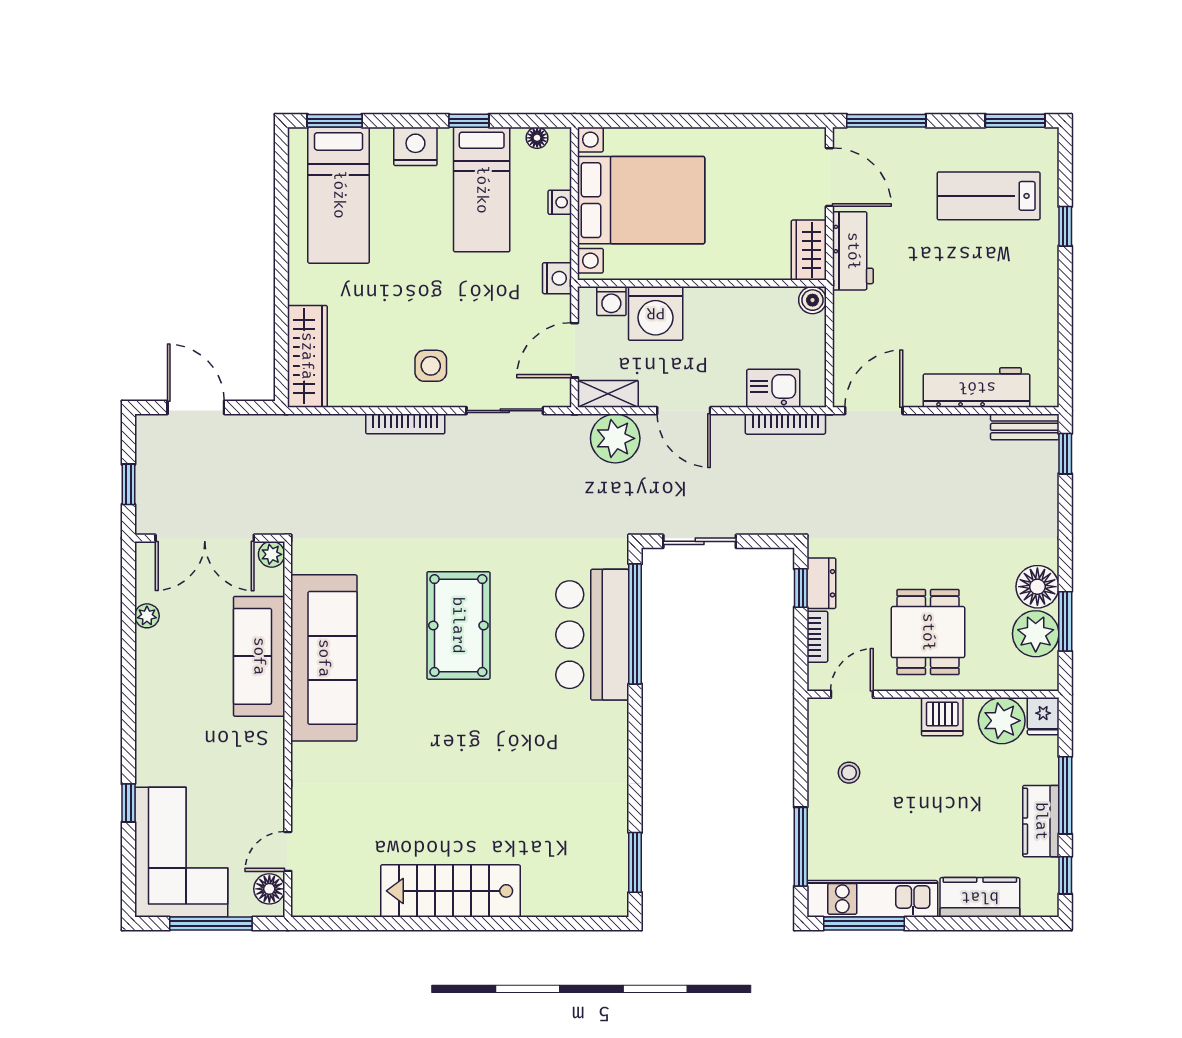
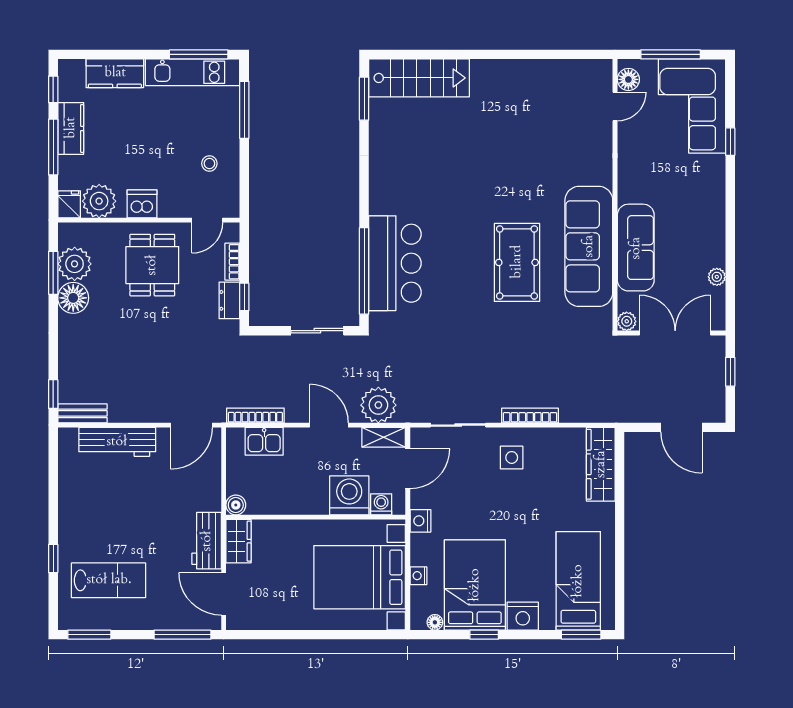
bed: (482, 190) -> (475, 585), width x1.50
pool table: (458, 625) -> (517, 262), moved
stairs: (450, 891) -> (419, 78), moved

